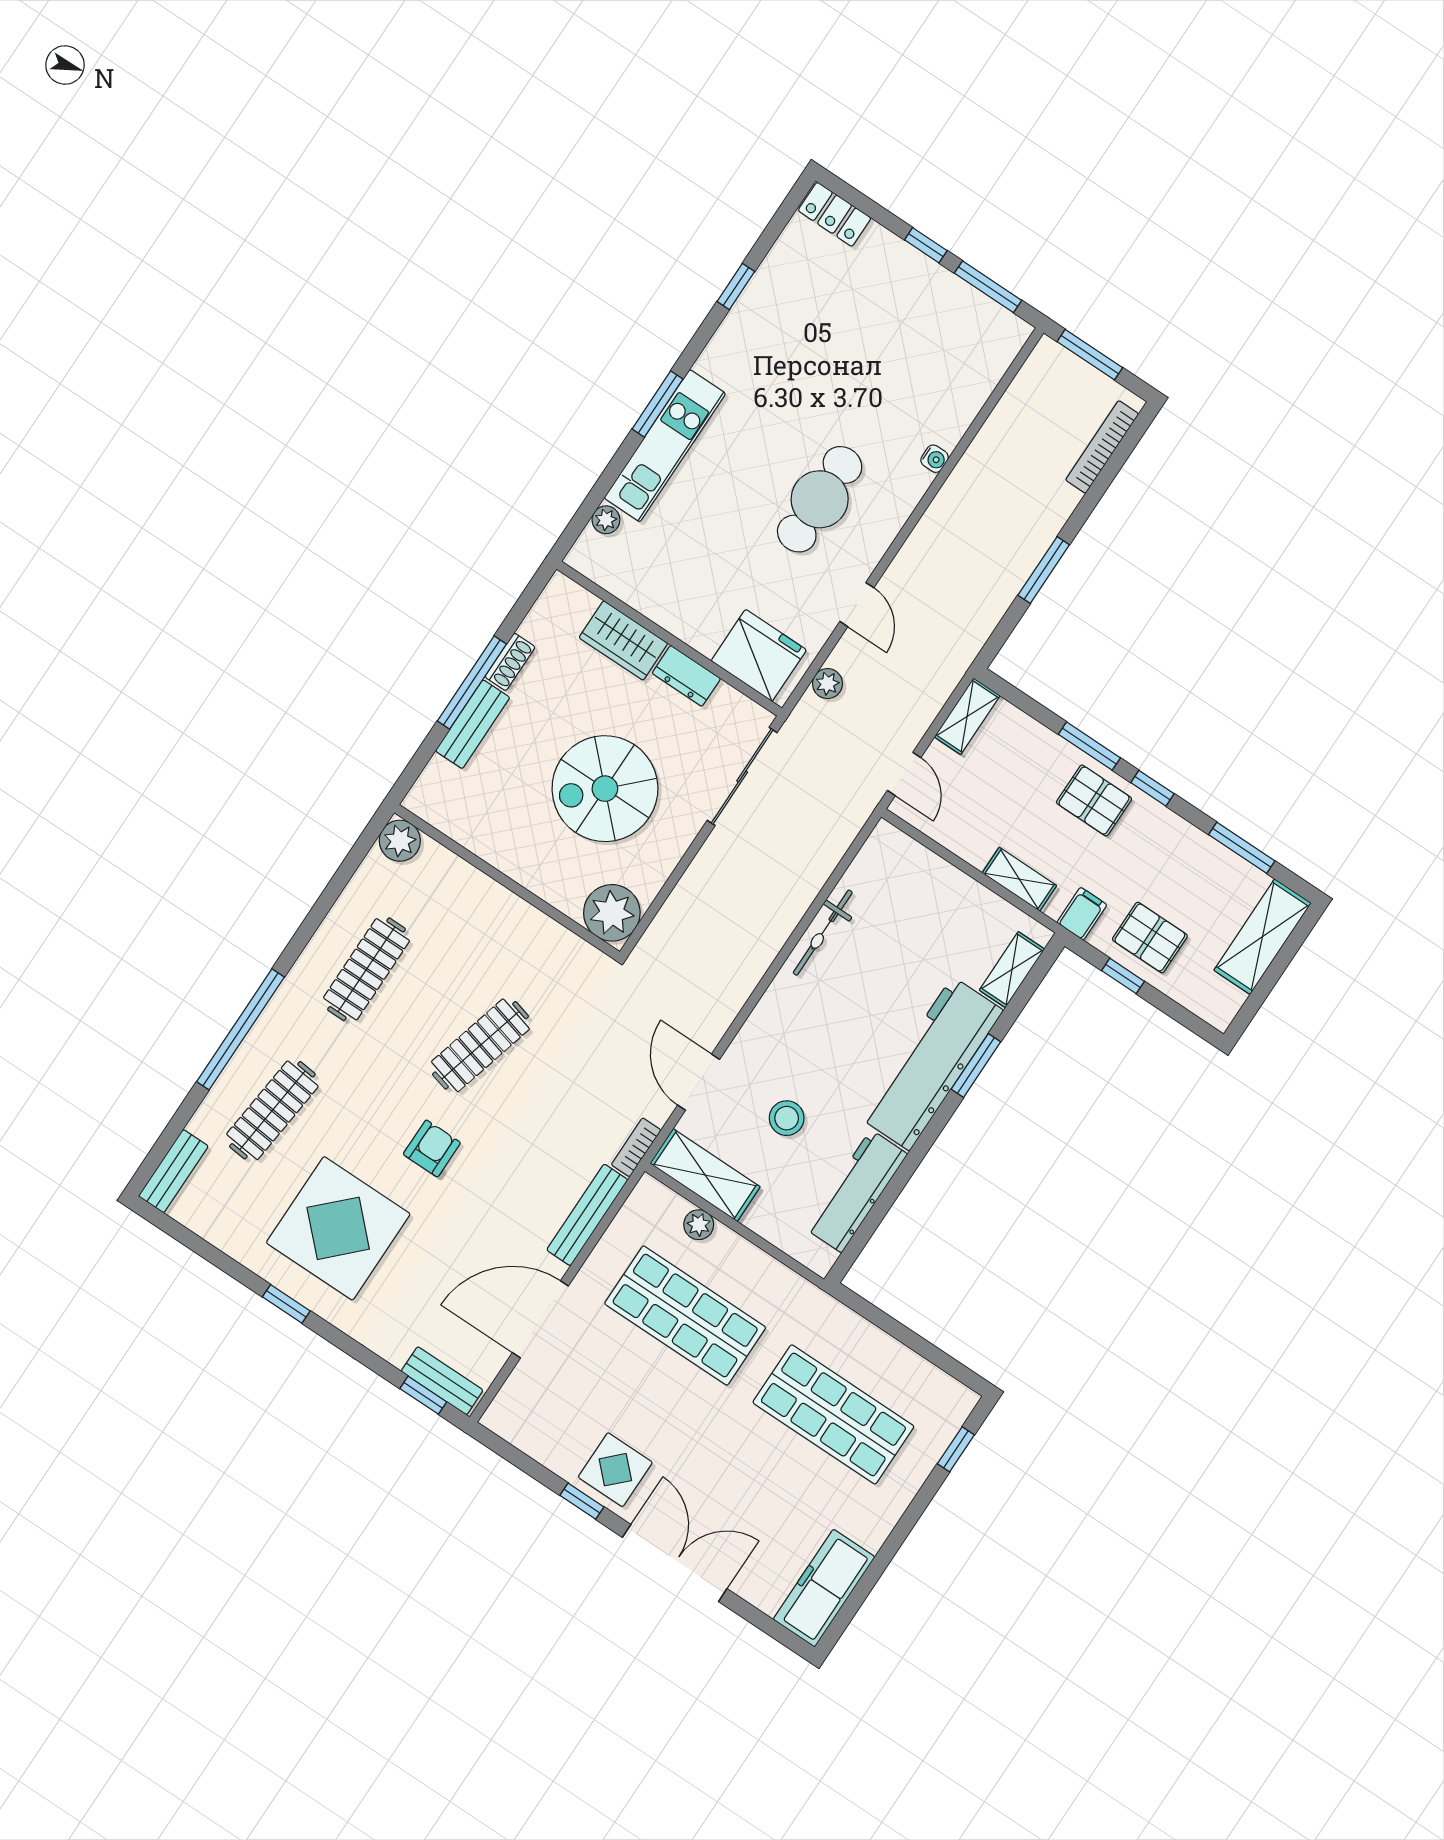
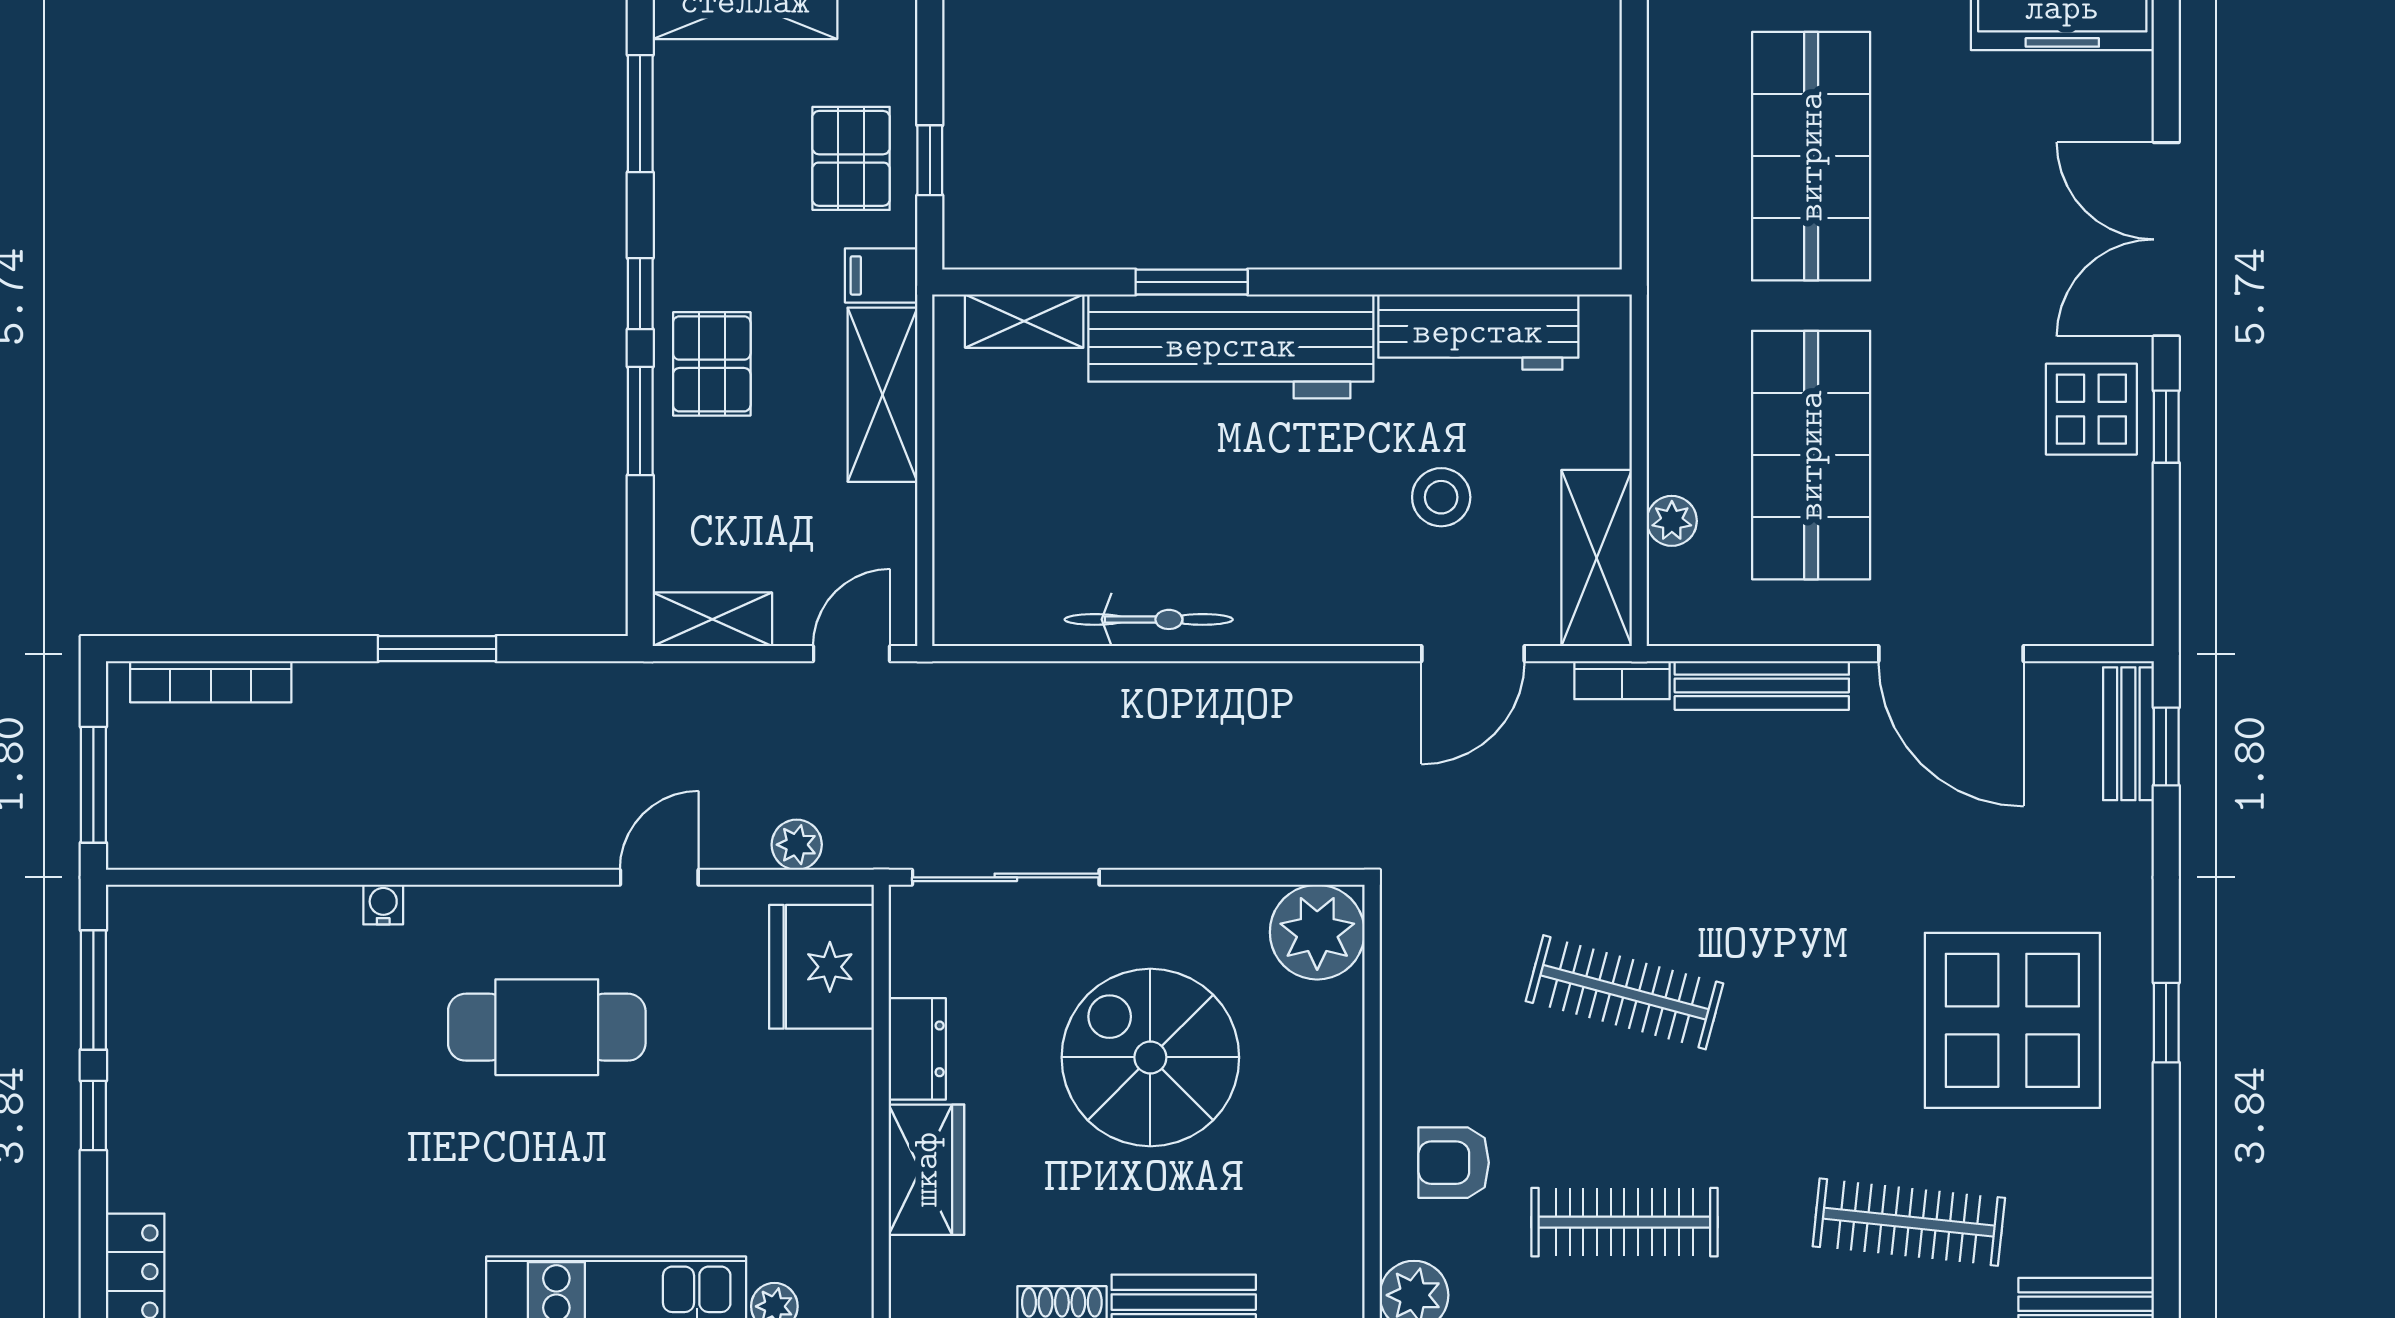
spiral stairs: (605, 789) -> (1150, 1057), turned 180
shelving: (1019, 879) -> (882, 395), width x1.50, depth x1.33
armchair: (432, 1148) -> (1454, 1163), moved

